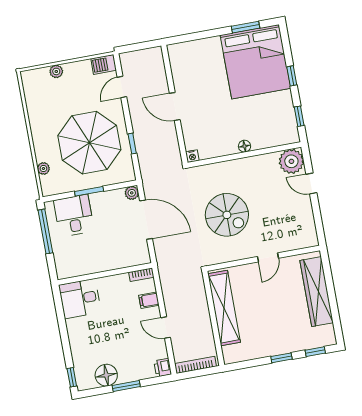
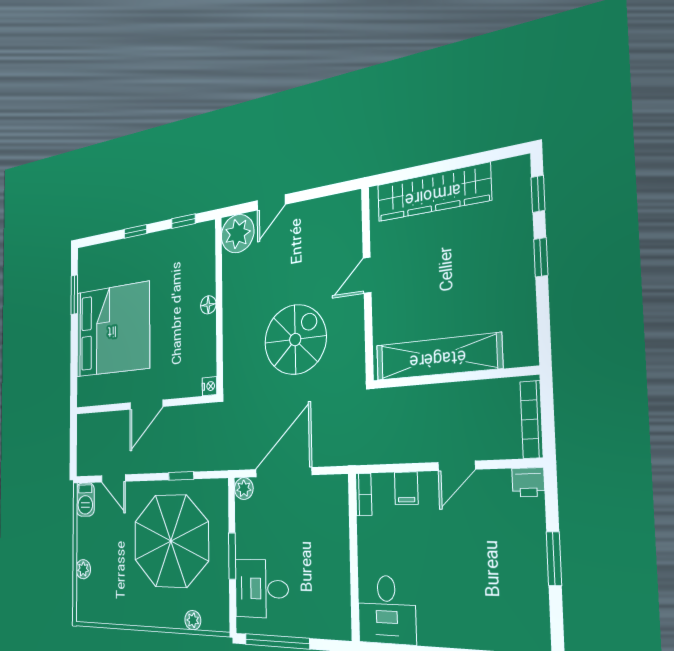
bed: (255, 62) -> (112, 330), moved
door: (268, 257) -> (367, 275), swing flipped
floor lamp: (106, 375) -> (528, 593), removed

